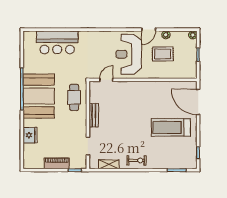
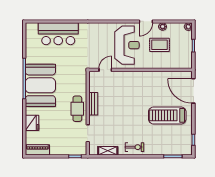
reception desk: (129, 54) -> (127, 45), turned 180
cafe table: (74, 97) -> (77, 109), moved
piano: (57, 163) -> (37, 150), moved

